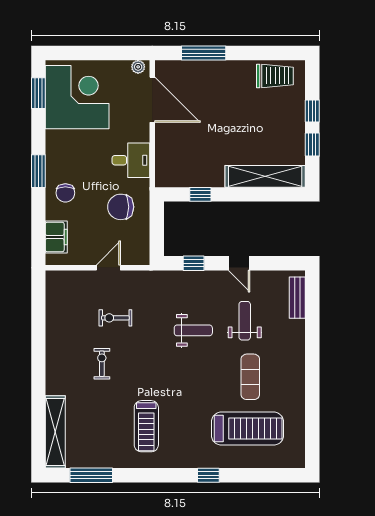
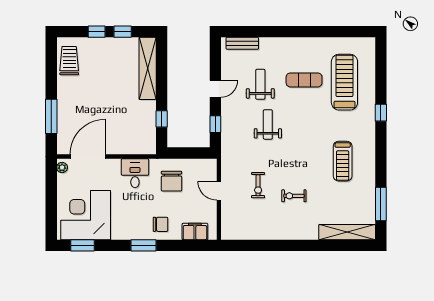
weight bench: (245, 321) -> (260, 84), turned 90
treadmill: (146, 426) -> (343, 161), turned 90

